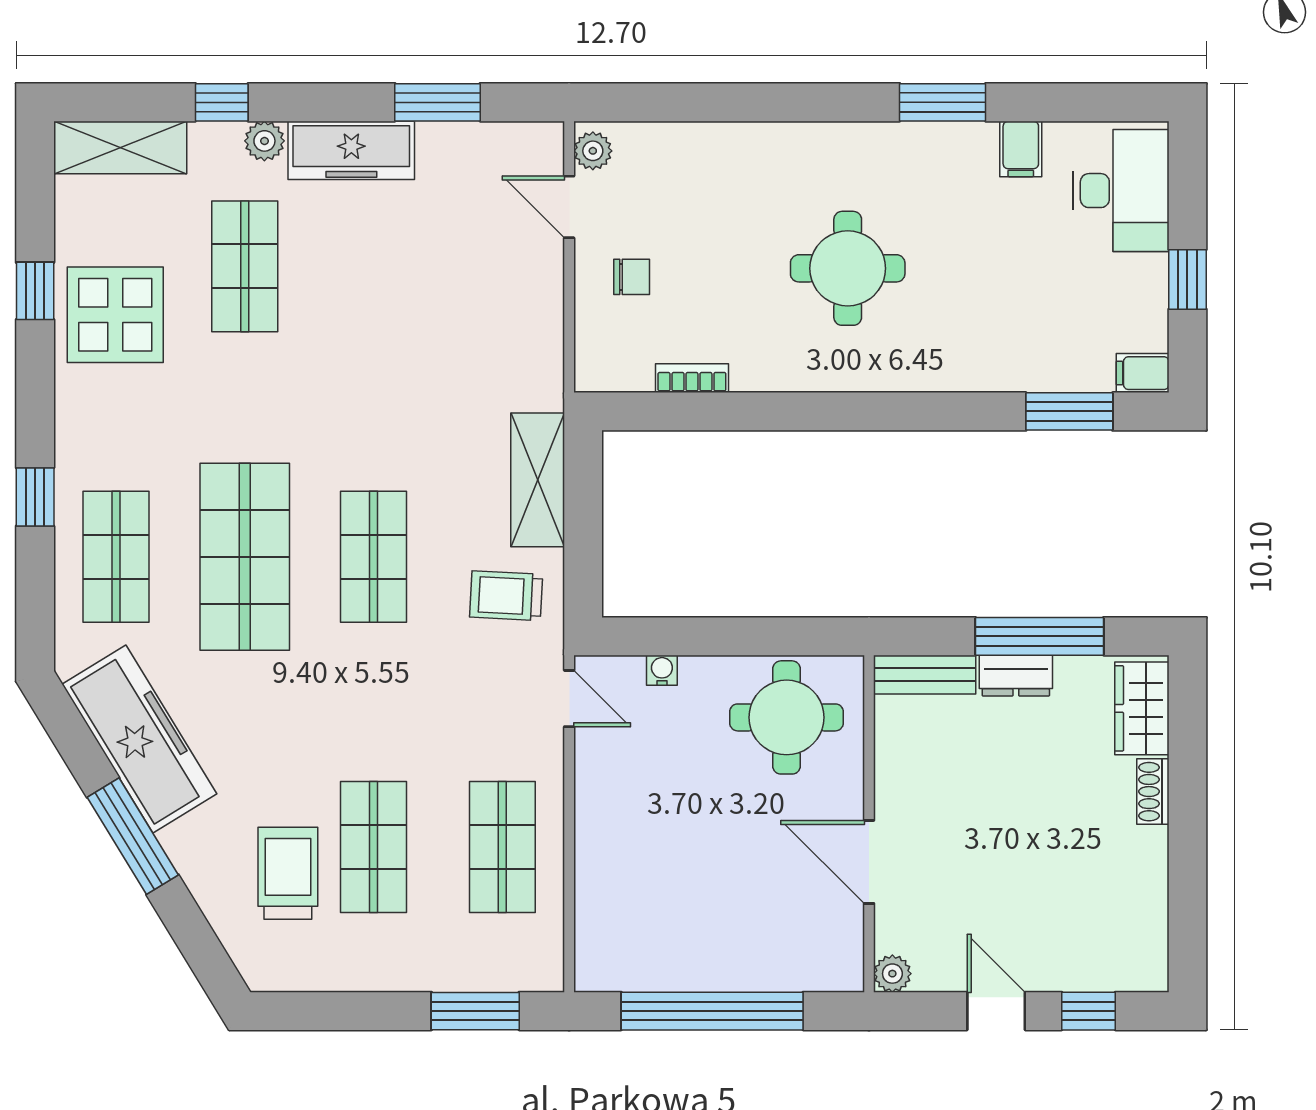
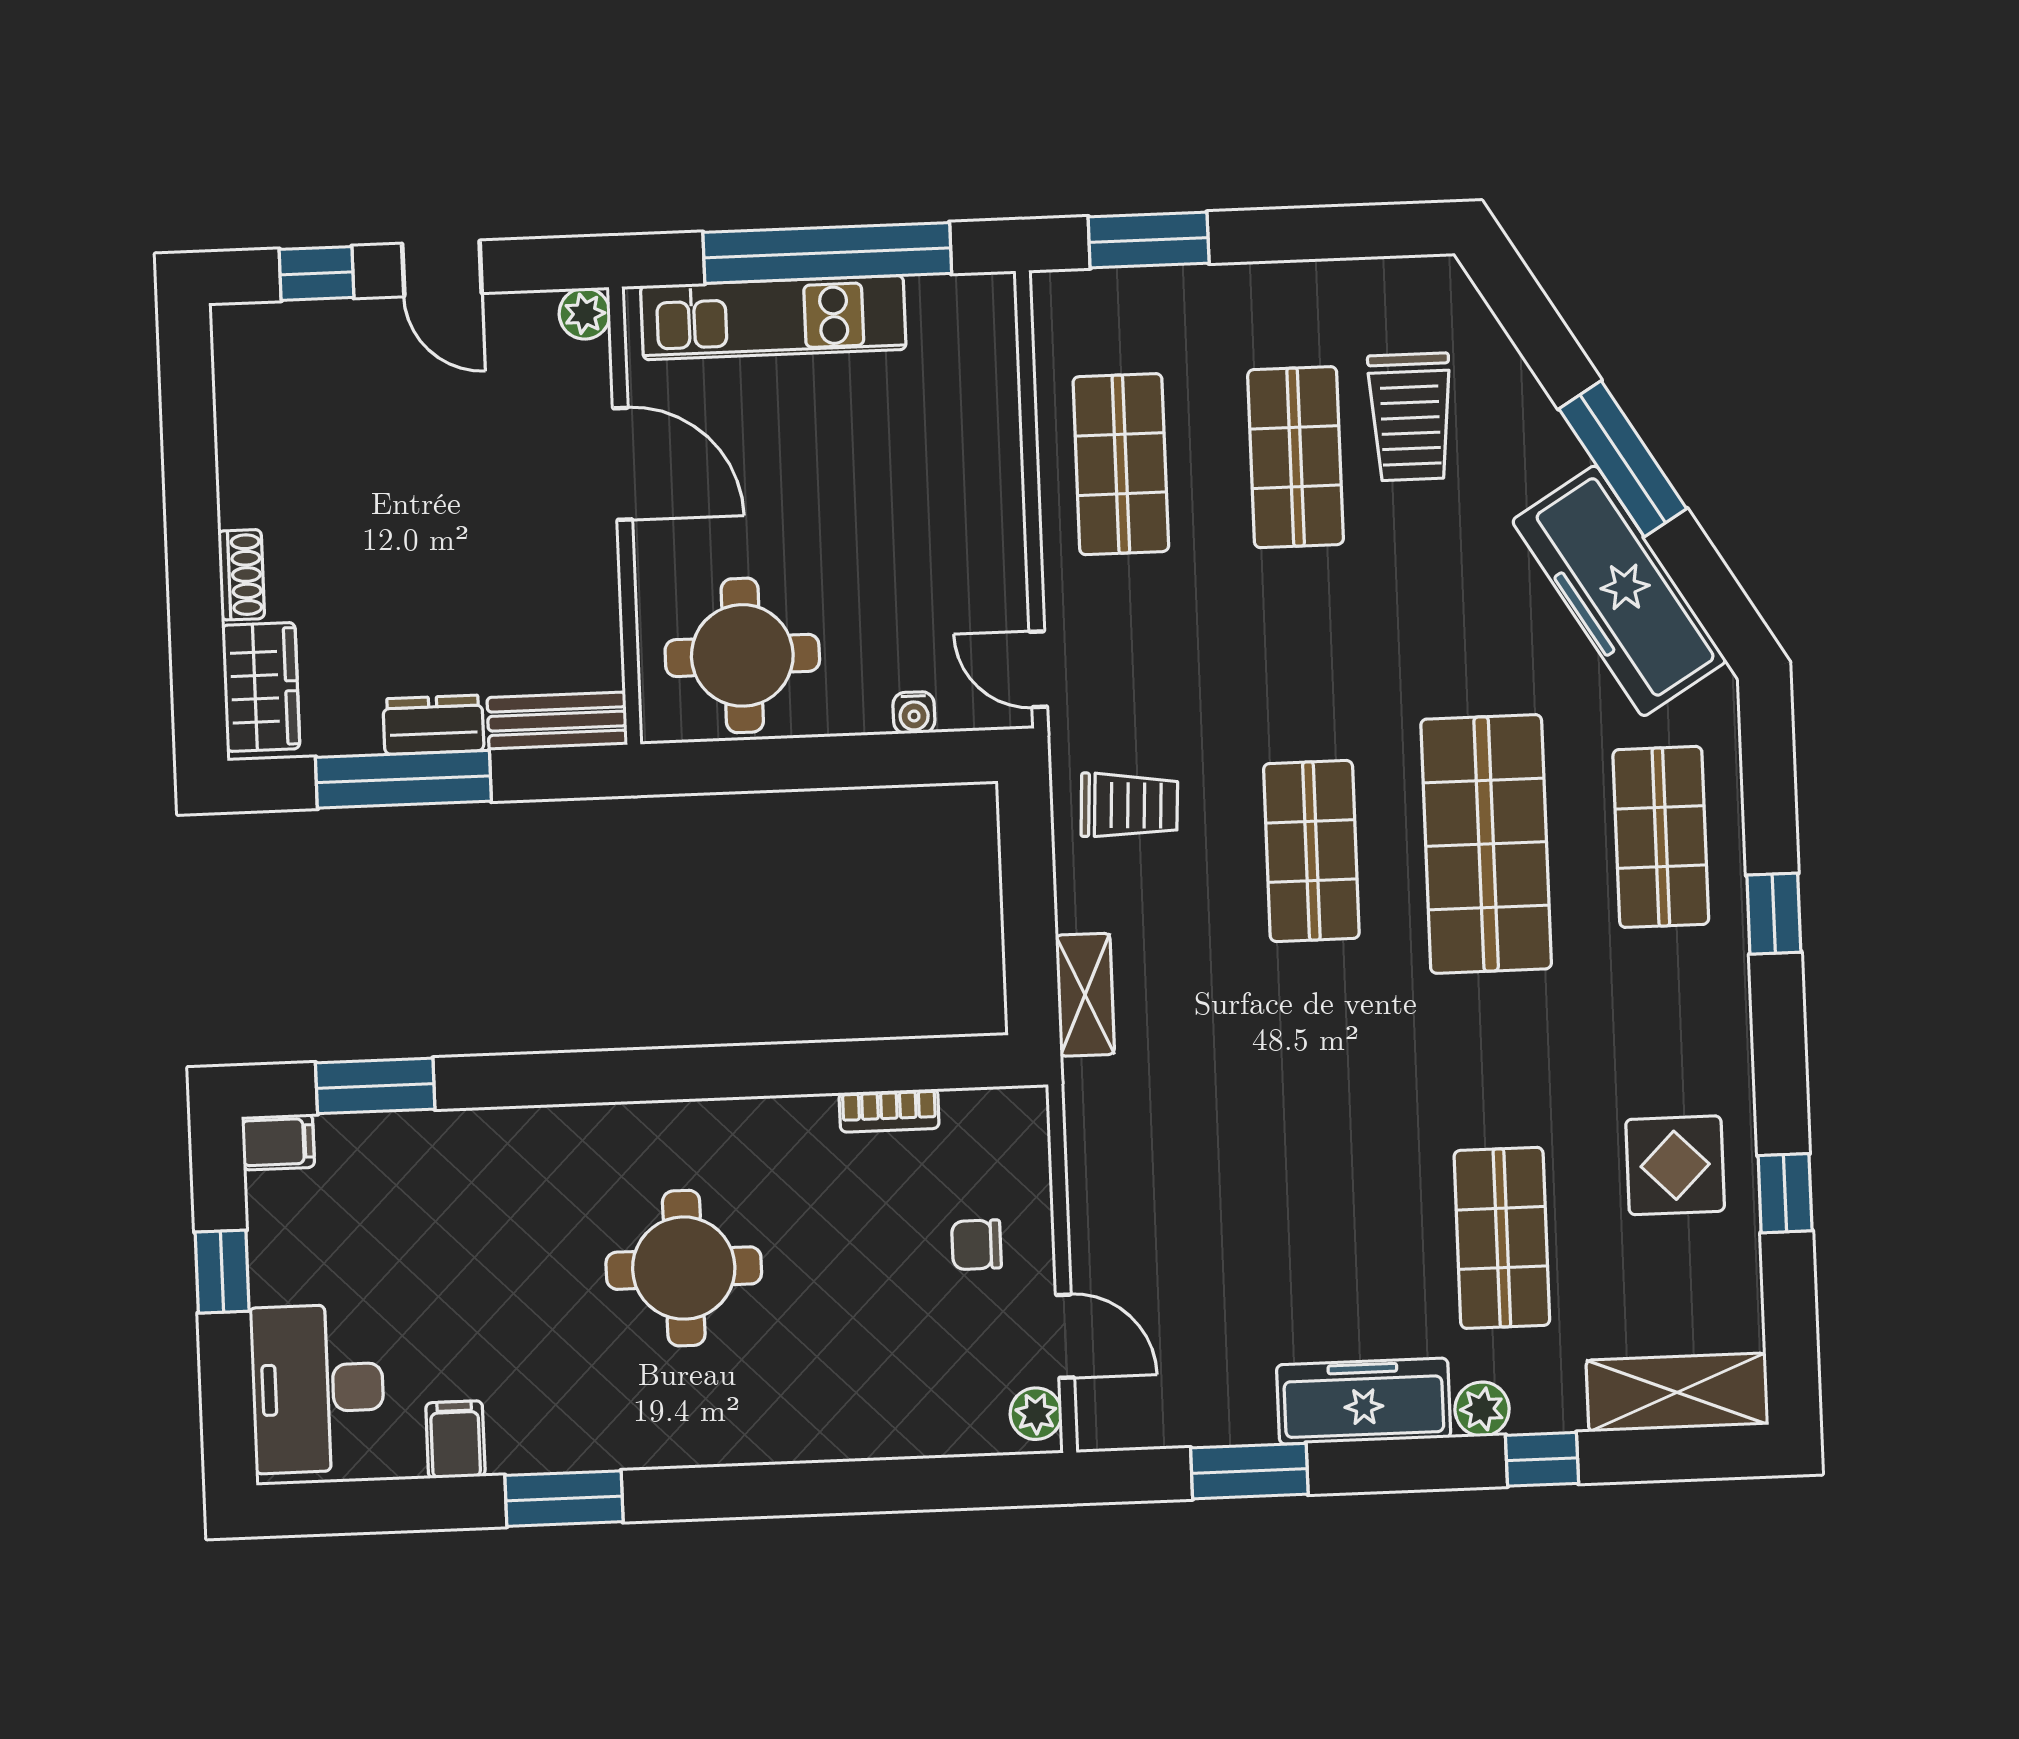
display table: (115, 315) -> (1675, 1165), width x0.73, depth x0.73
shelving: (538, 480) -> (1085, 995), width x0.67, depth x0.75
kitchen unit: (754, 965) -> (773, 318), added

